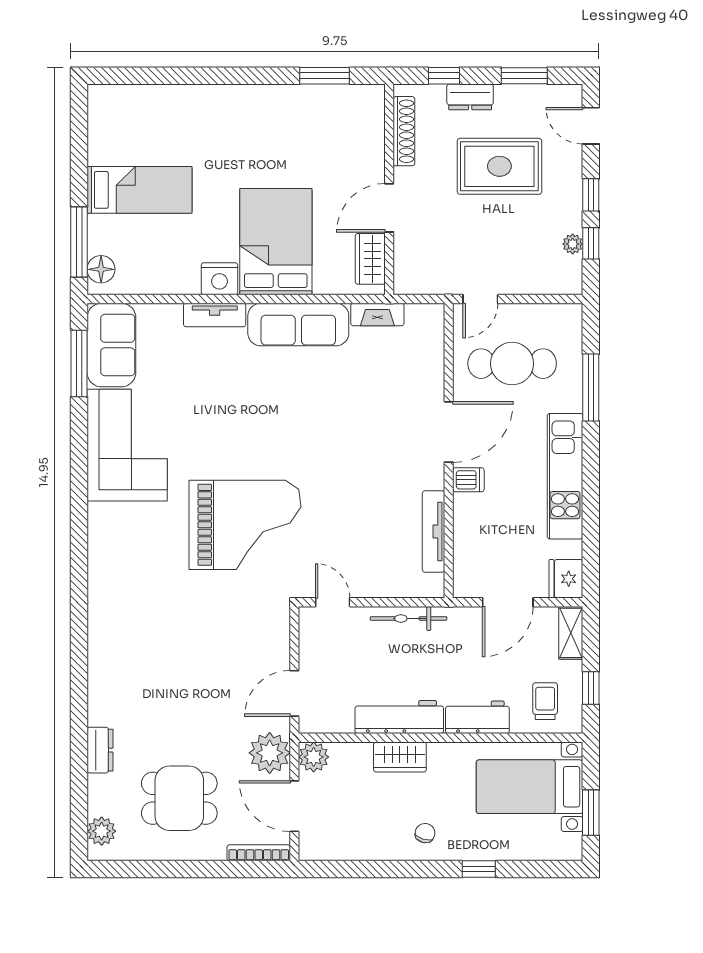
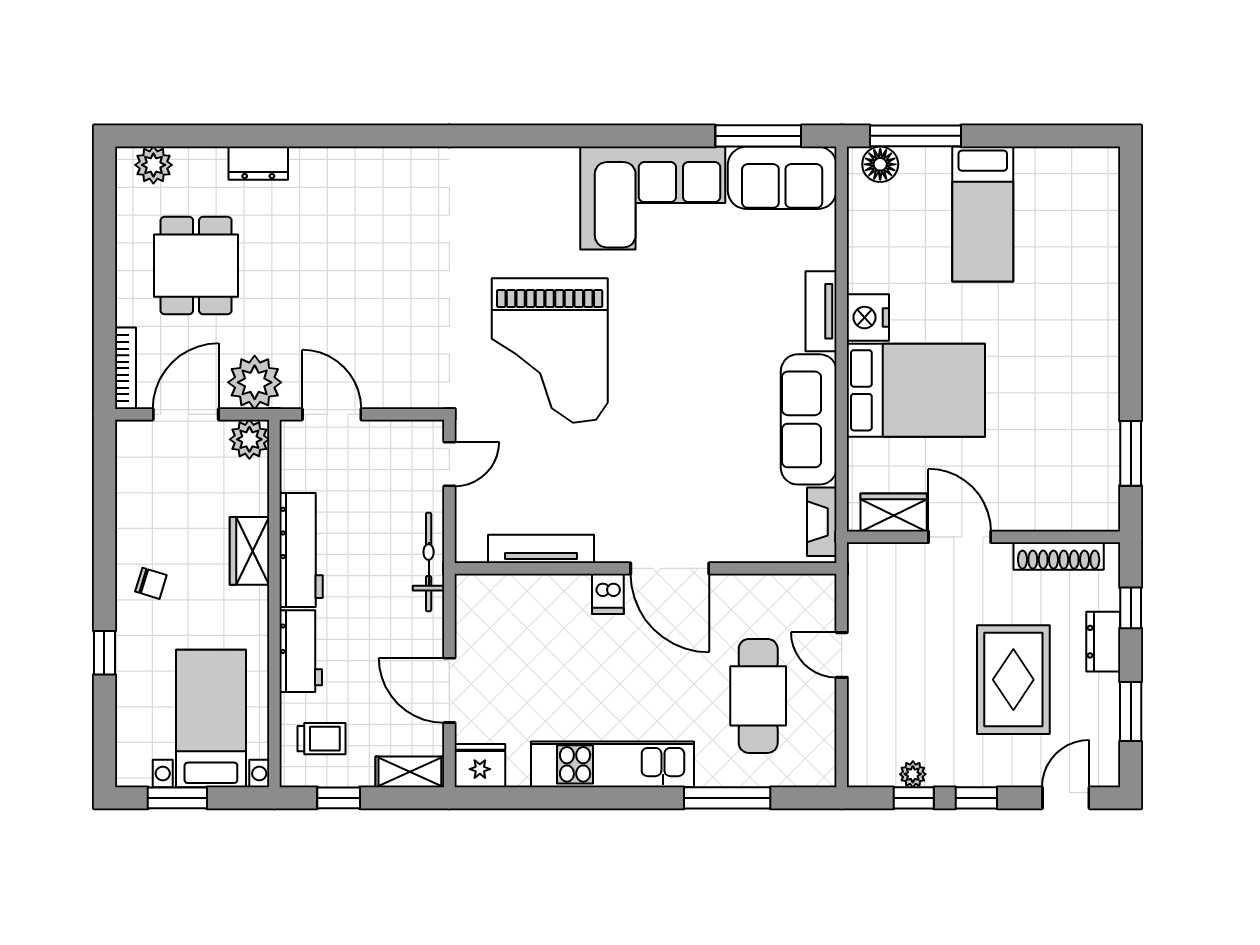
door: (449, 432) -> (670, 568), moved
wall: (449, 451) -> (646, 568), moved
dishwasher: (468, 480) -> (608, 594), moved
tv unit: (434, 532) -> (541, 549), moved

